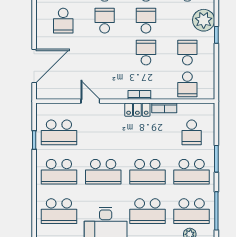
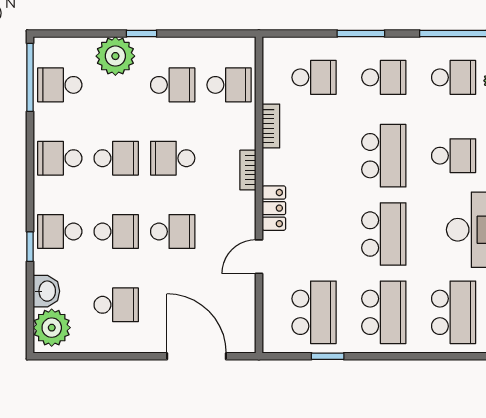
school desk: (105, 21) -> (116, 232), turned 180
school desk: (146, 21) -> (116, 158), turned 180
school desk: (105, 53) -> (173, 232), added
school desk: (187, 53) -> (173, 85), turned 180
locker: (137, 110) -> (274, 208), moved
school desk: (192, 172) -> (384, 77), width x0.54
school desk: (147, 211) -> (454, 156), width x0.54
school desk: (192, 211) -> (454, 77), width x0.54

